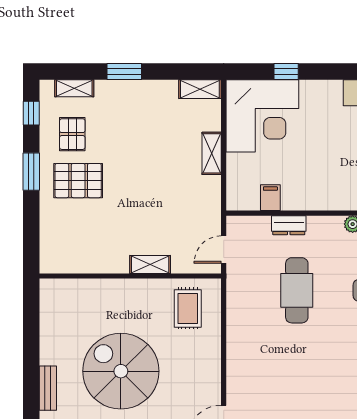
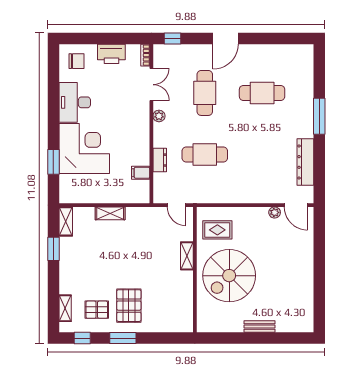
window: (124, 71) -> (53, 249), moved
window: (286, 71) -> (53, 162), width x1.50
corner desk: (262, 116) -> (84, 148), moved
spiral stairs: (121, 371) -> (229, 276), moved
bench: (48, 388) -> (259, 327), moved
plant: (213, 391) -> (275, 212), added

